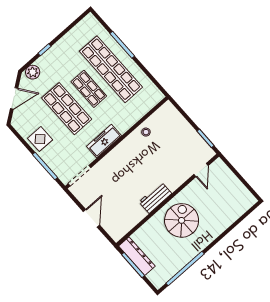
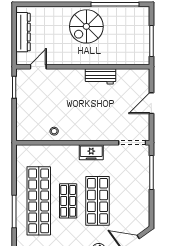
display table: (40, 139) -> (137, 196), removed
freezer: (104, 141) -> (91, 152), width x0.71
workbench: (155, 198) -> (101, 76), moved
spiral stairs: (182, 220) -> (86, 26), moved
dresser: (137, 256) -> (23, 32), moved, turned 180

